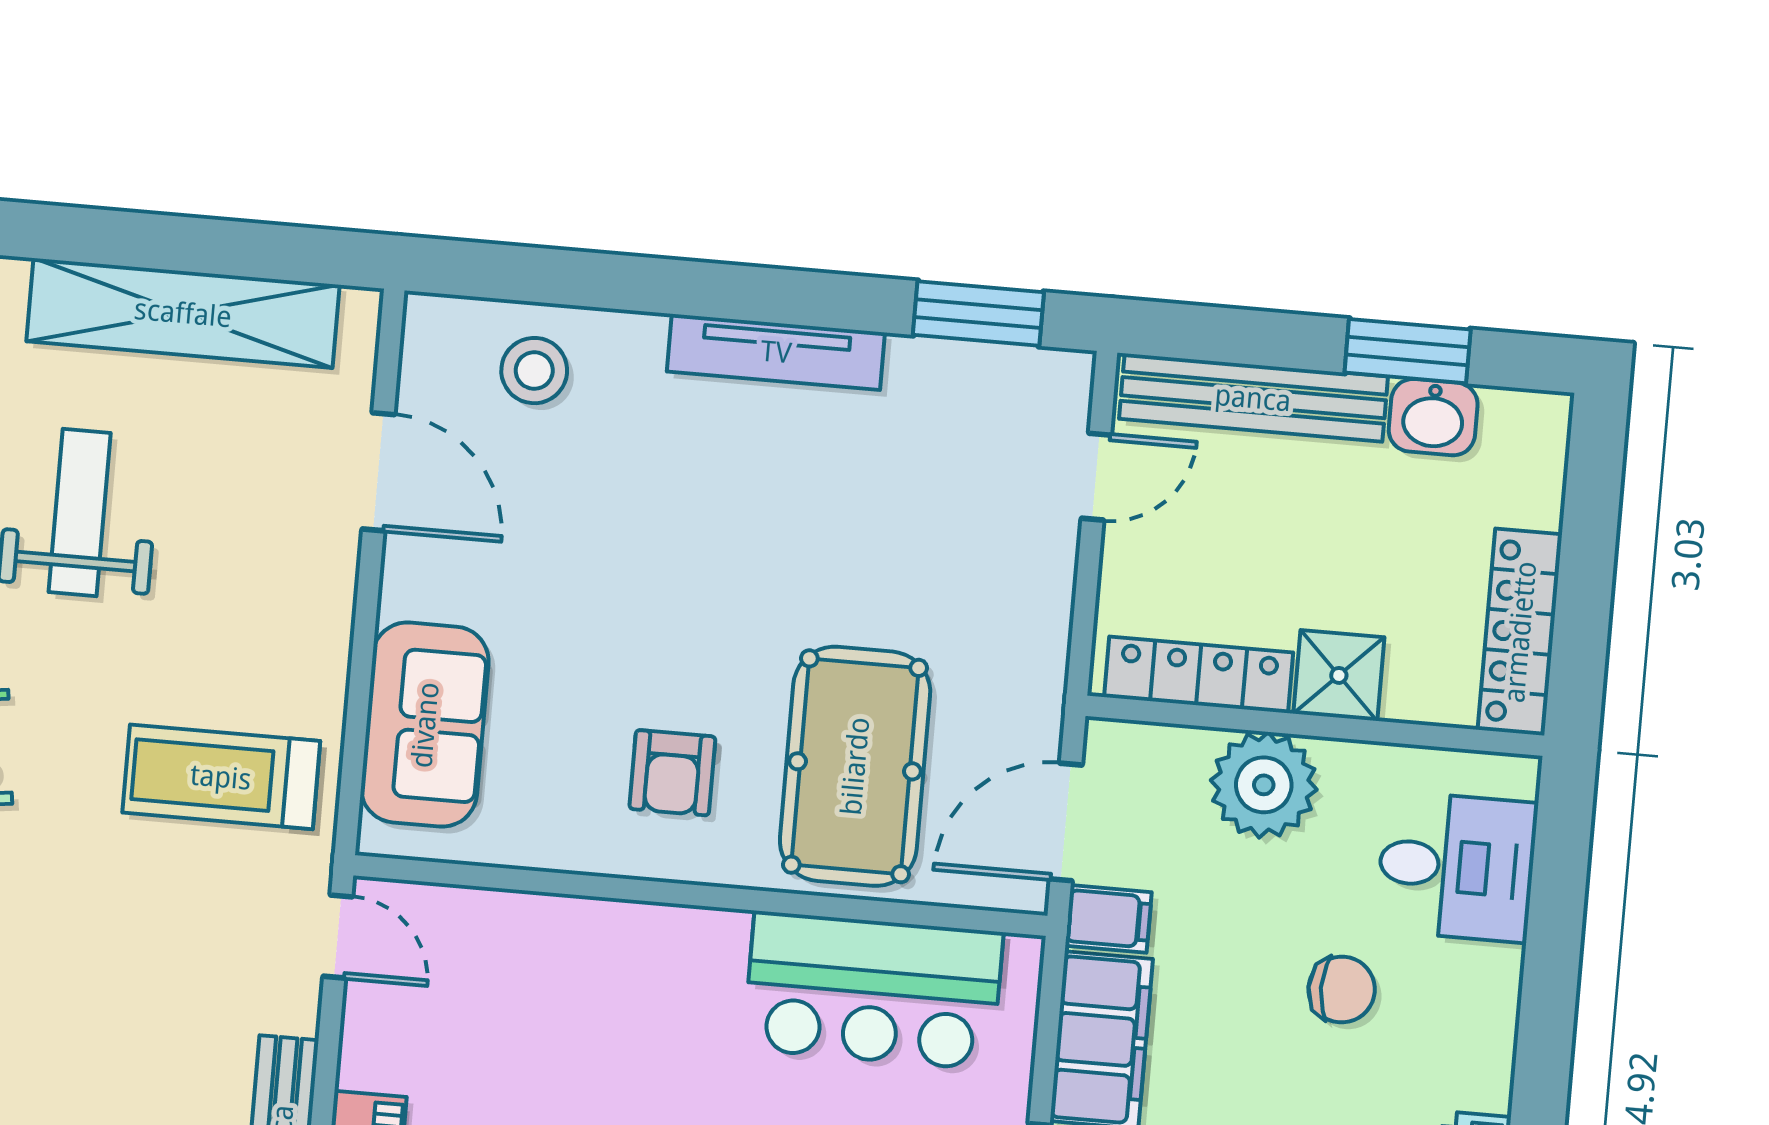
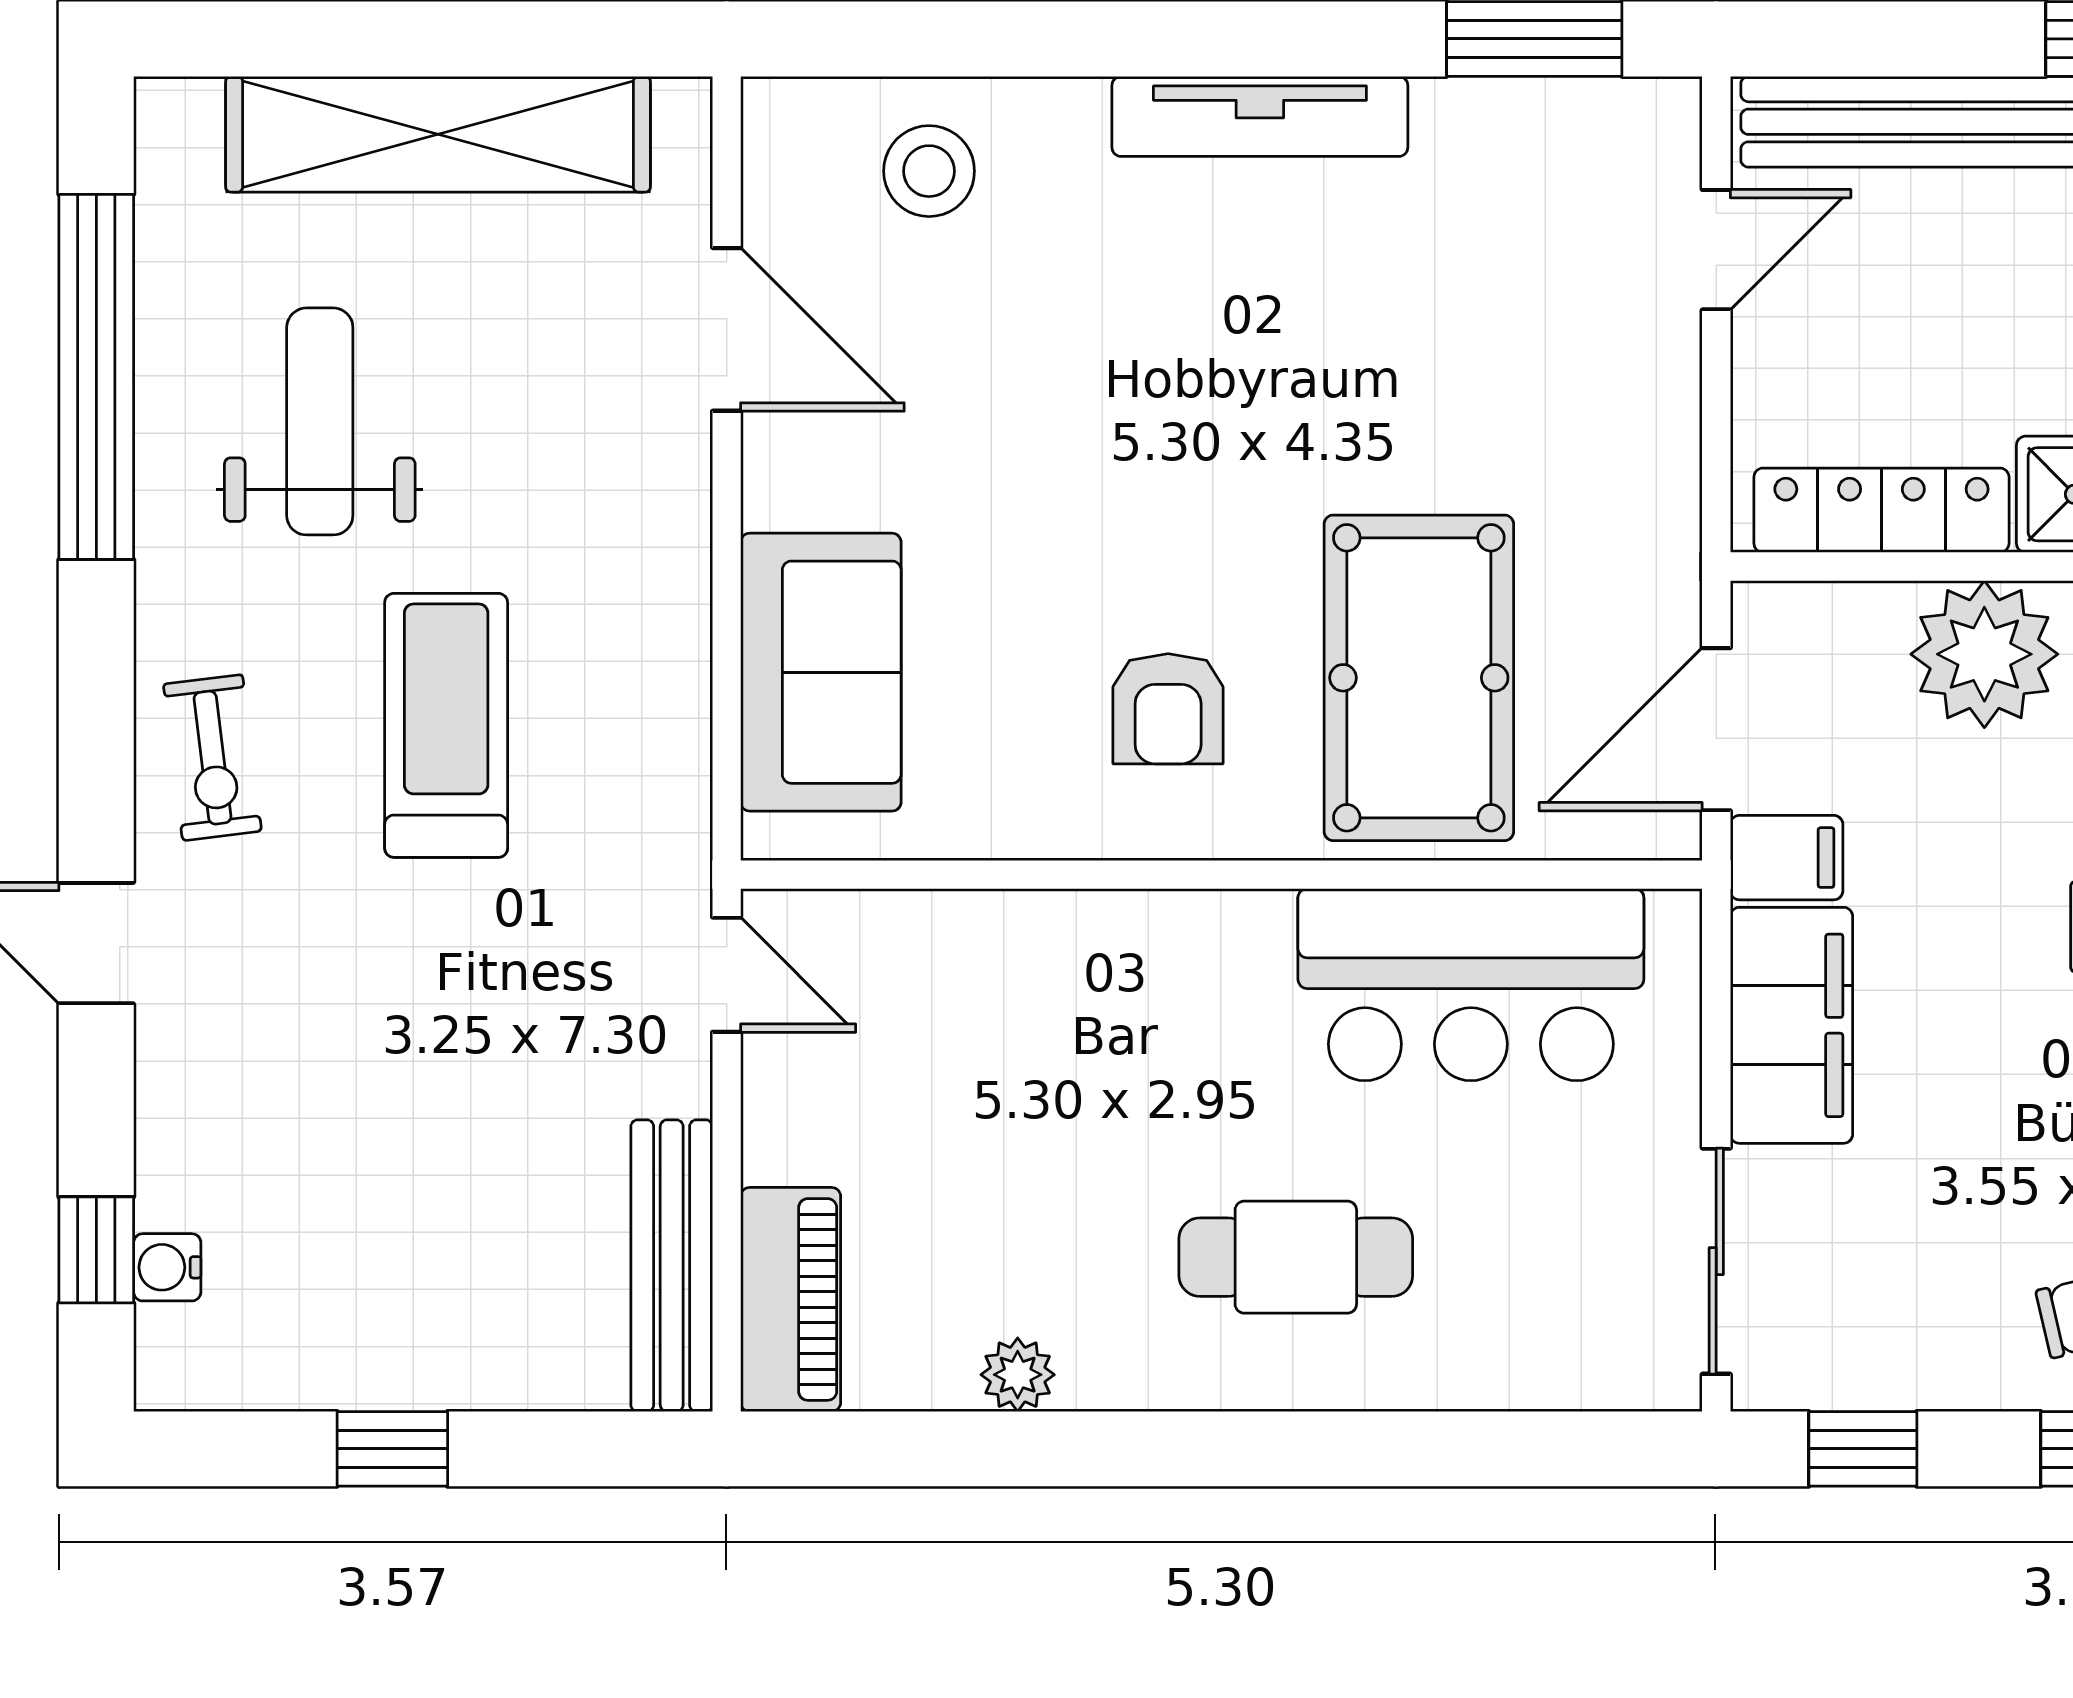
treadmill: (221, 777) -> (446, 725), moved, turned 90

